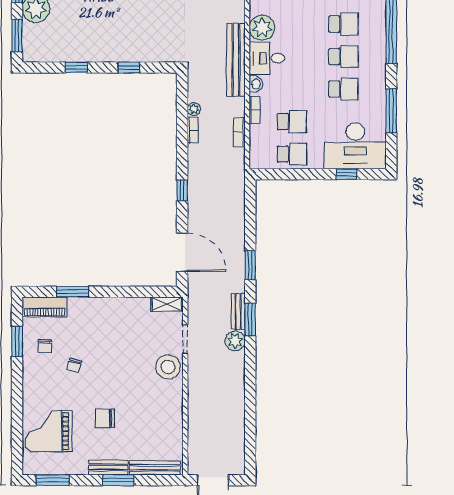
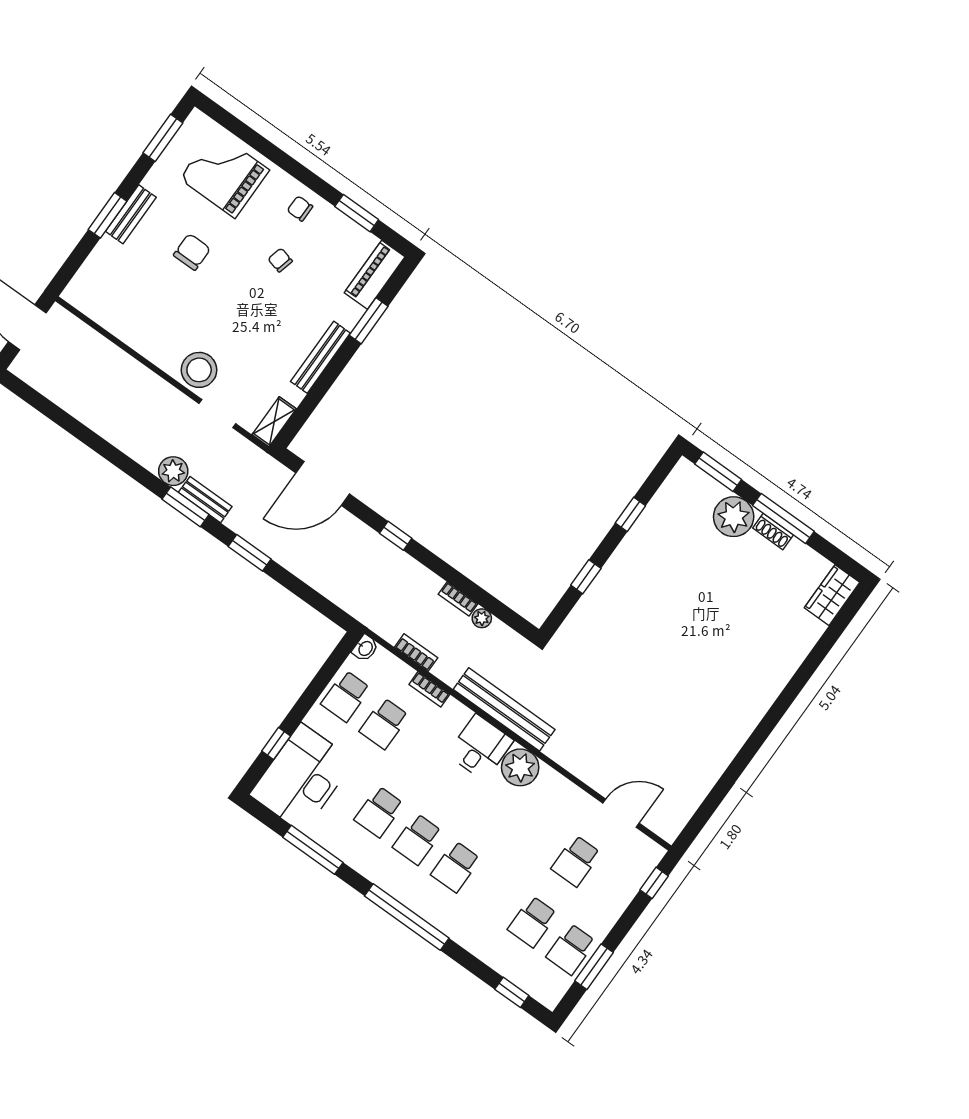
washbasin: (256, 84) -> (365, 648), moved, turned -90
chair: (45, 346) -> (300, 209), moved
grand piano: (48, 431) -> (224, 174), turned -90
bench: (155, 468) -> (320, 357), moved

